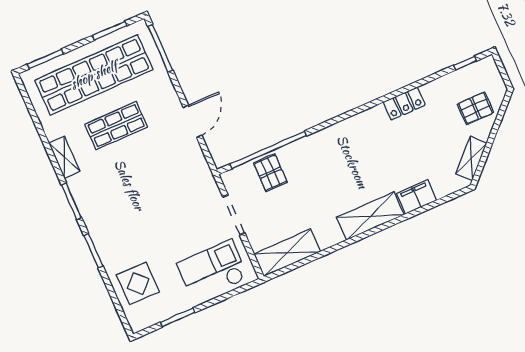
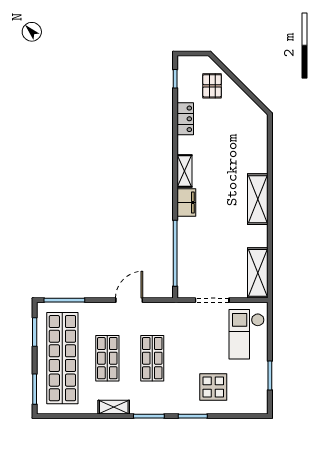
locker: (404, 104) -> (185, 119), moved
door: (193, 121) -> (129, 300), hinge flipped
shelving: (471, 158) -> (184, 171), moved, turned 45
pallet: (270, 173) -> (193, 259), removed
shop shelf: (139, 176) -> (152, 358), added
filing cabinet: (417, 197) -> (186, 202), moved, turned 180
display table: (138, 283) -> (213, 387), moved

